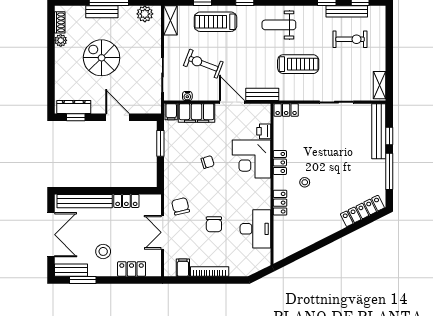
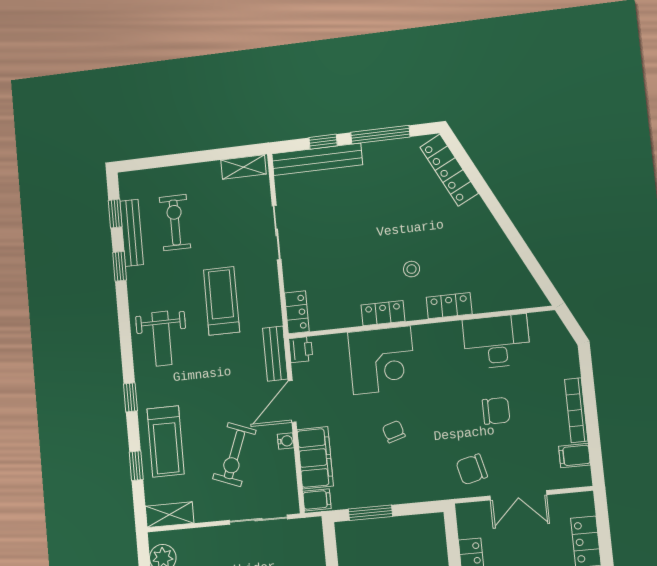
water cooler: (187, 96) -> (286, 441), moved
printer: (264, 131) -> (301, 350), moved, turned -90

